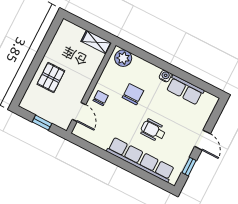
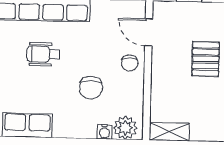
water cooler: (165, 76) -> (105, 132), moved
wheelchair: (153, 130) -> (43, 54), turned 180

